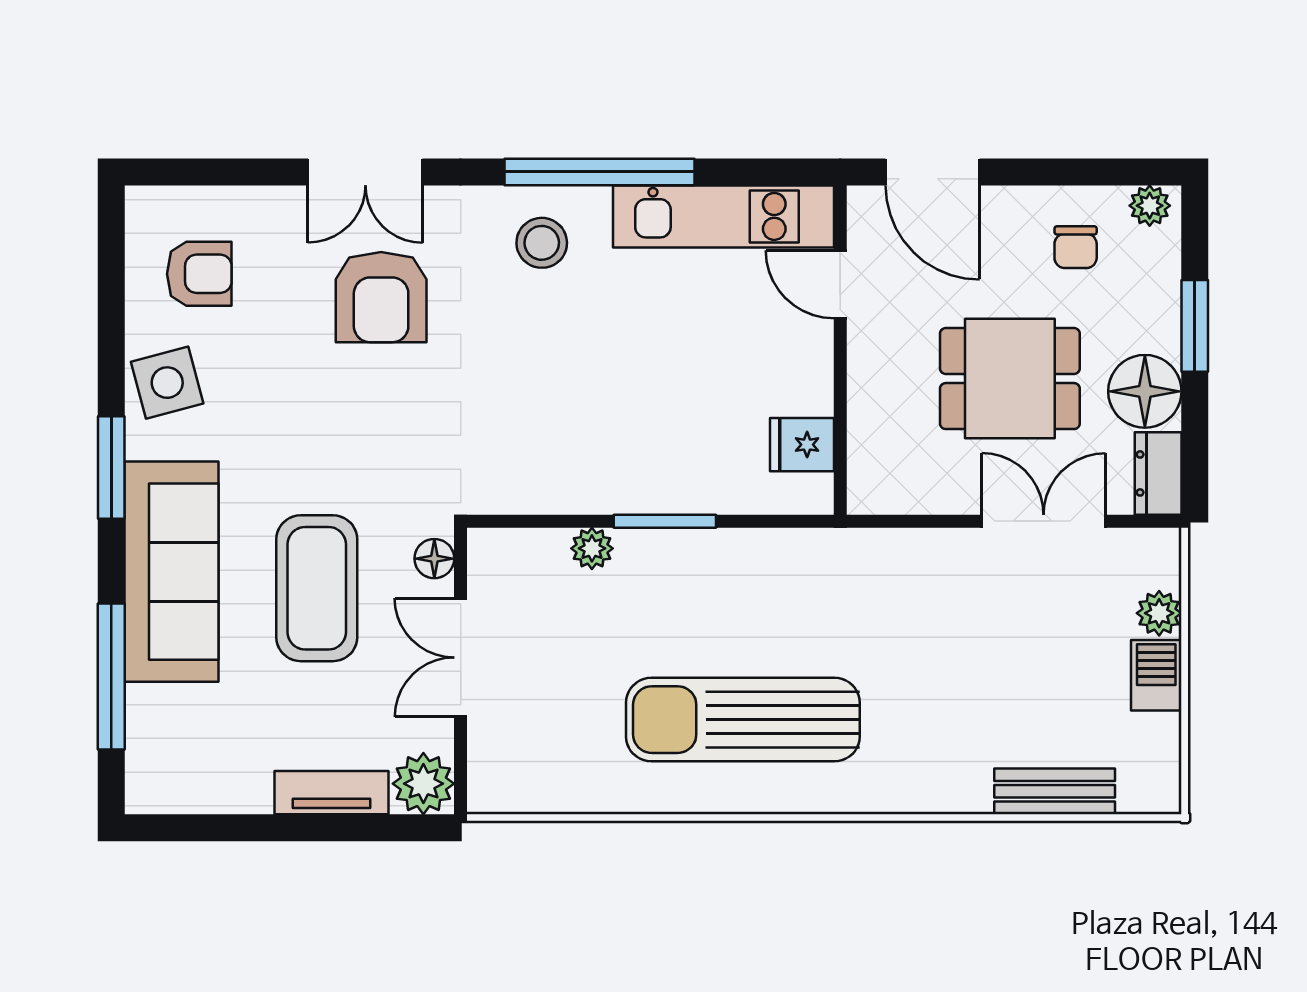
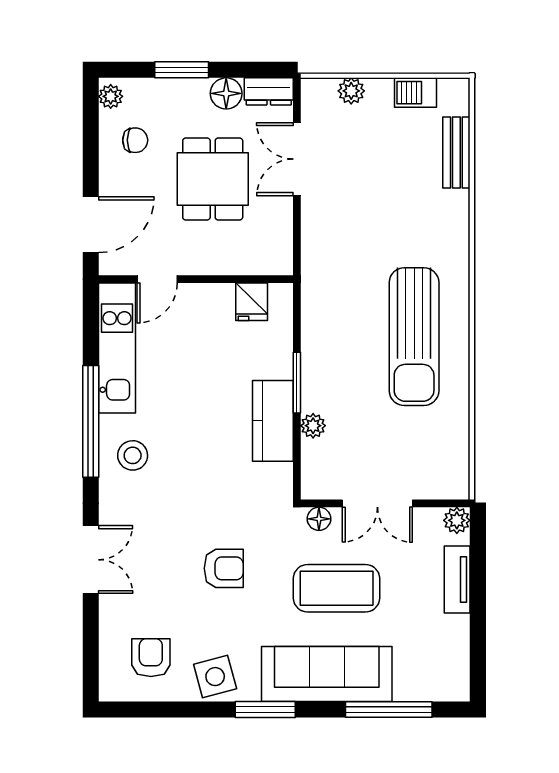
armchair: (381, 297) -> (224, 568), moved, width x0.72, depth x0.72
floor lamp: (1145, 391) -> (226, 93), width x0.73, depth x0.73
kitchen counter: (600, 481) -> (273, 421), added
barbecue: (1156, 675) -> (416, 93), moved
plant: (423, 784) -> (457, 520), width x0.73, depth x0.73

